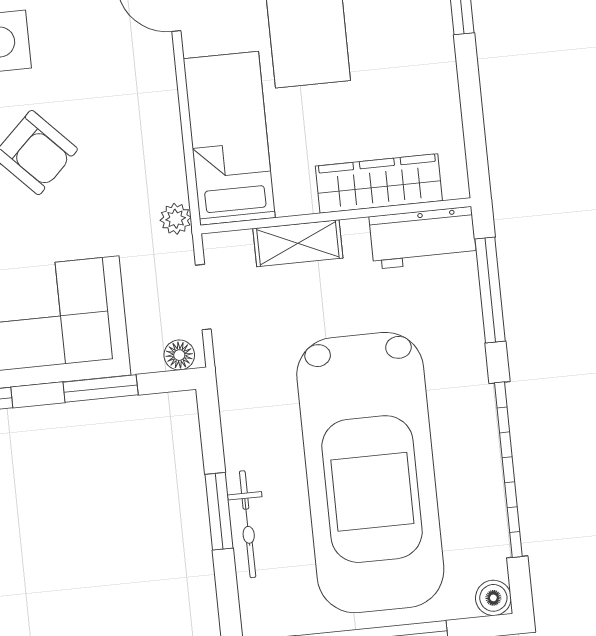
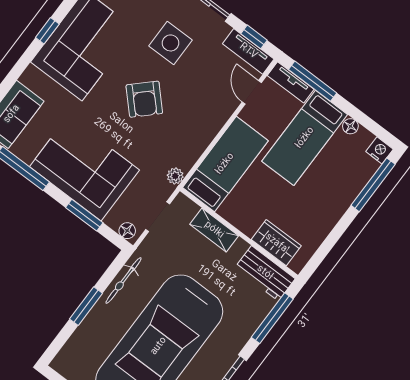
wardrobe: (379, 183) -> (276, 243), width x0.67
bicycle: (248, 524) -> (124, 280), moved

